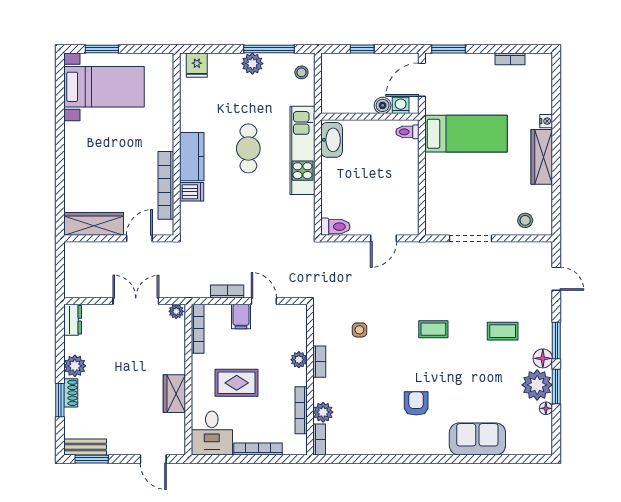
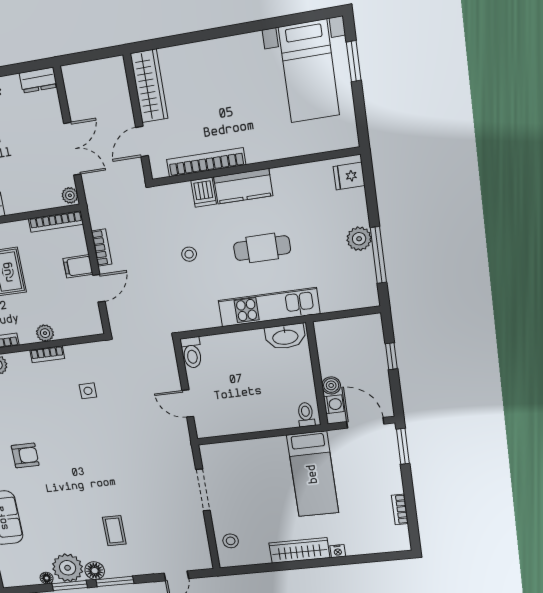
stool: (301, 72) -> (189, 254), moved
door: (139, 238) -> (142, 142), swing flipped
coffee table: (433, 329) -> (103, 464), removed

